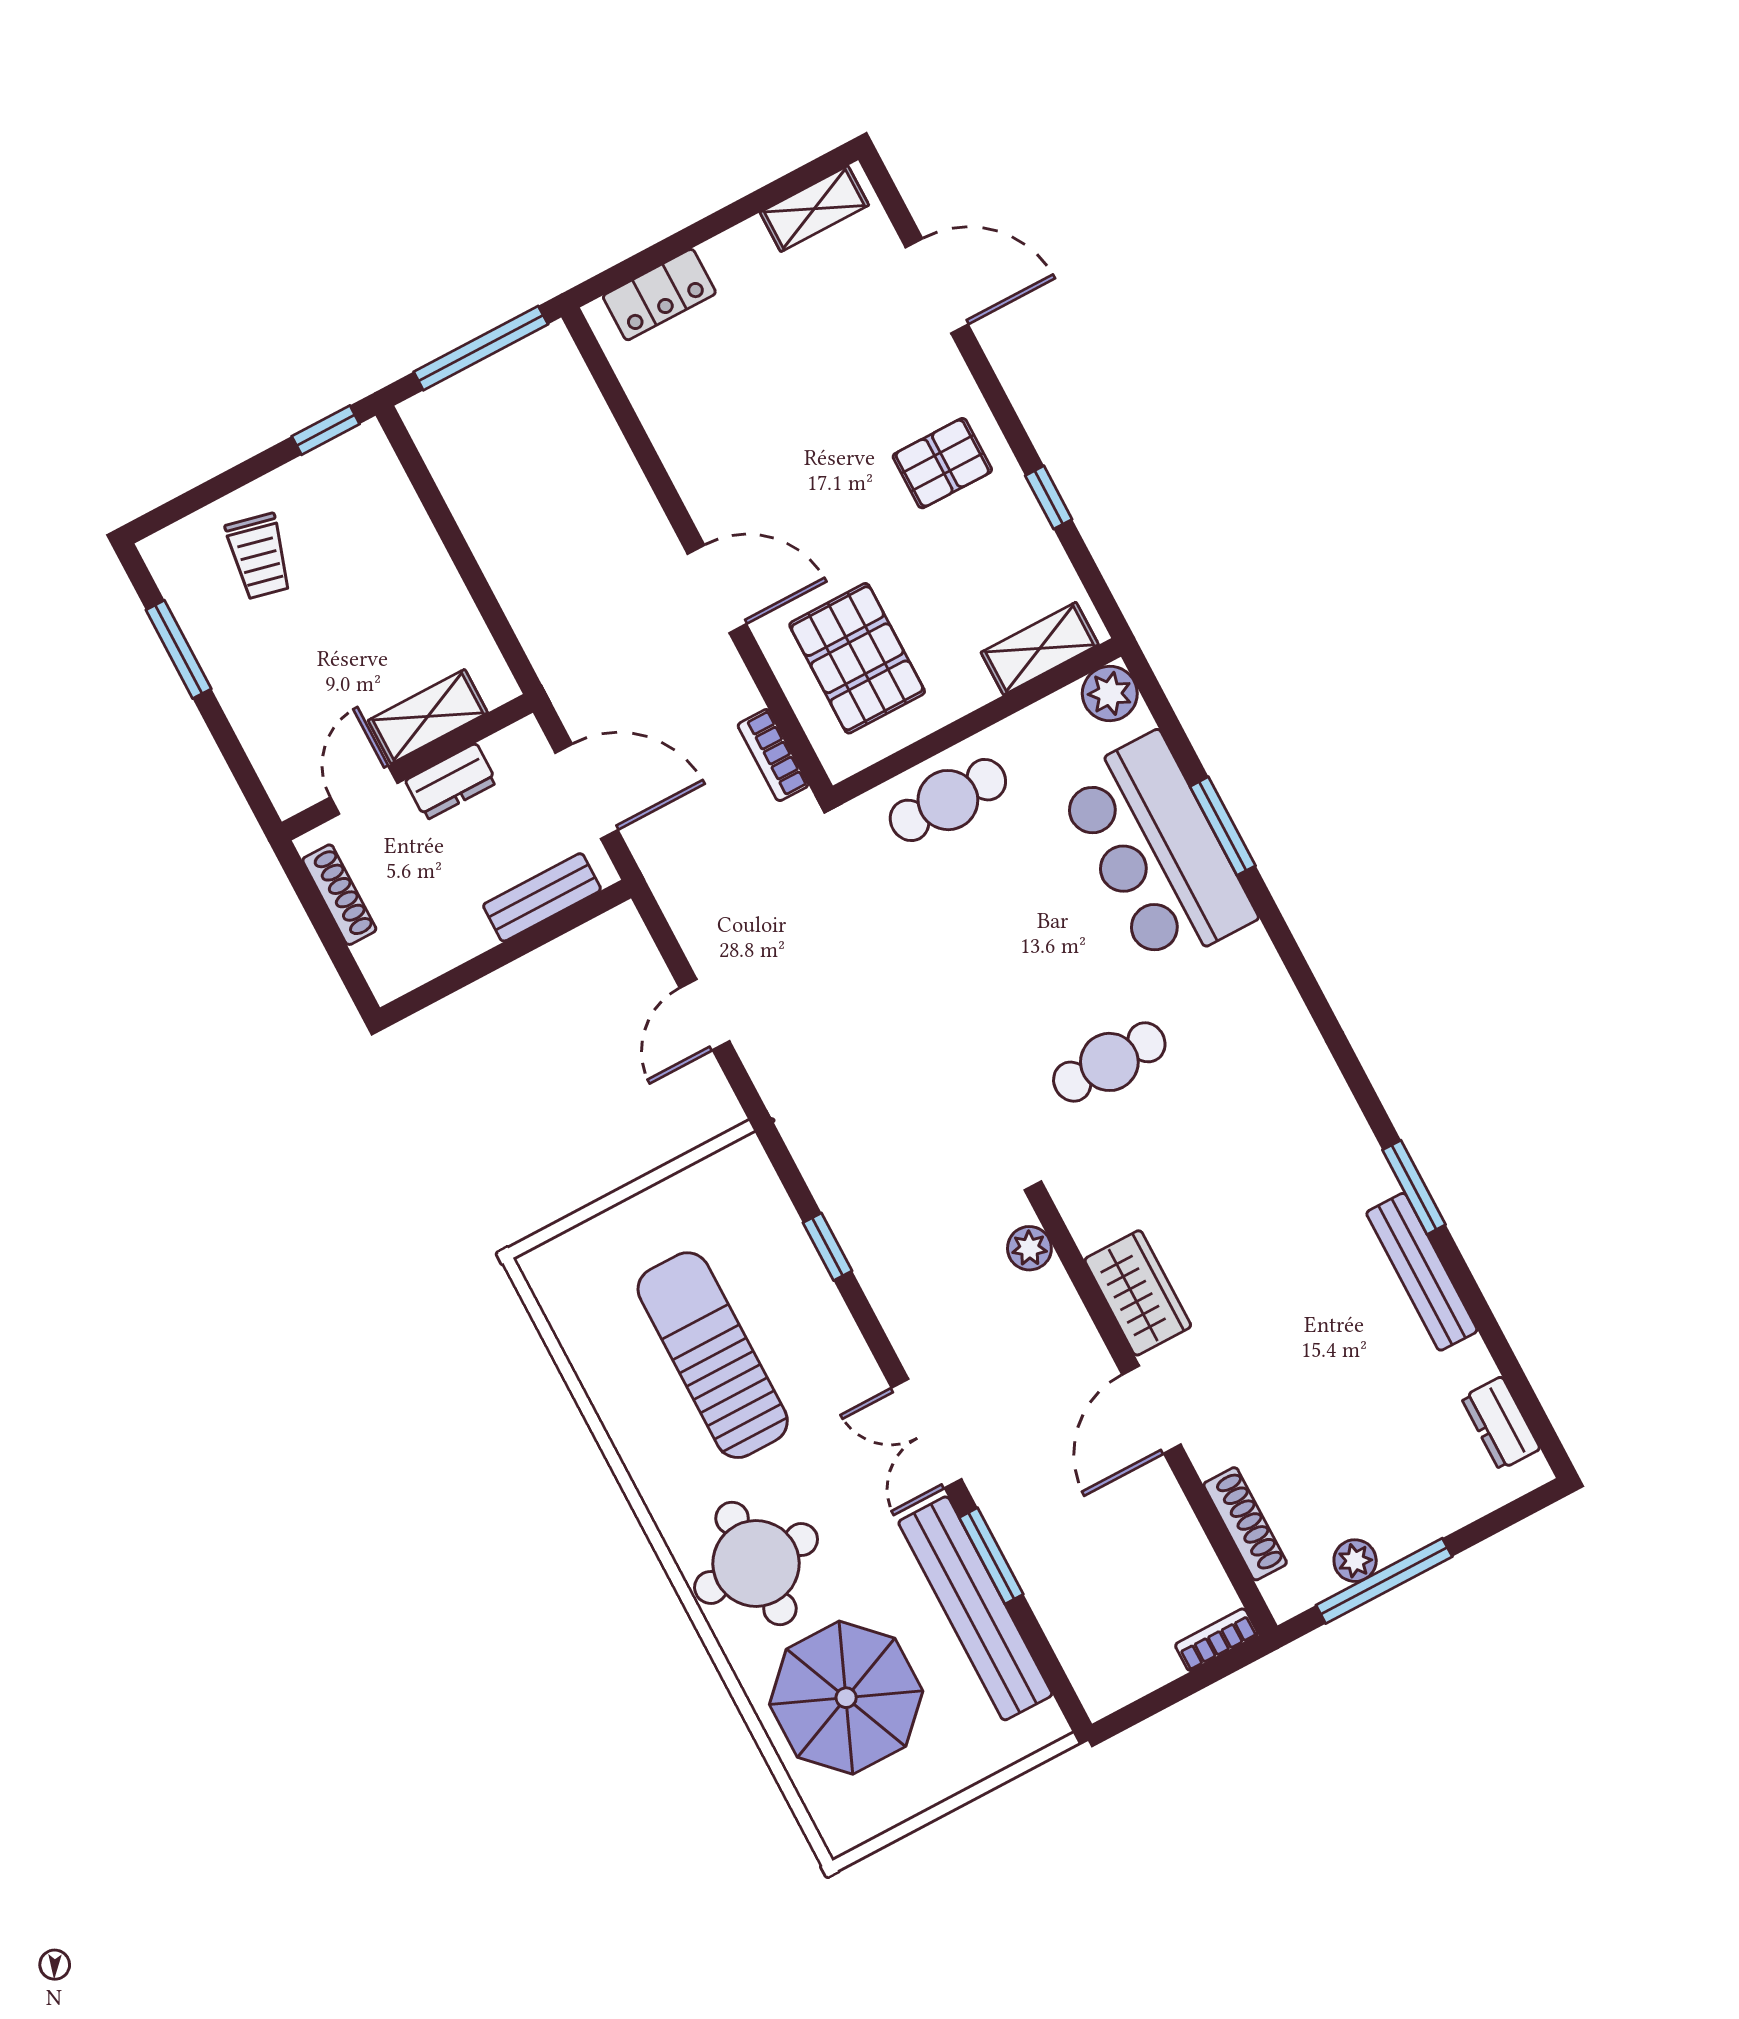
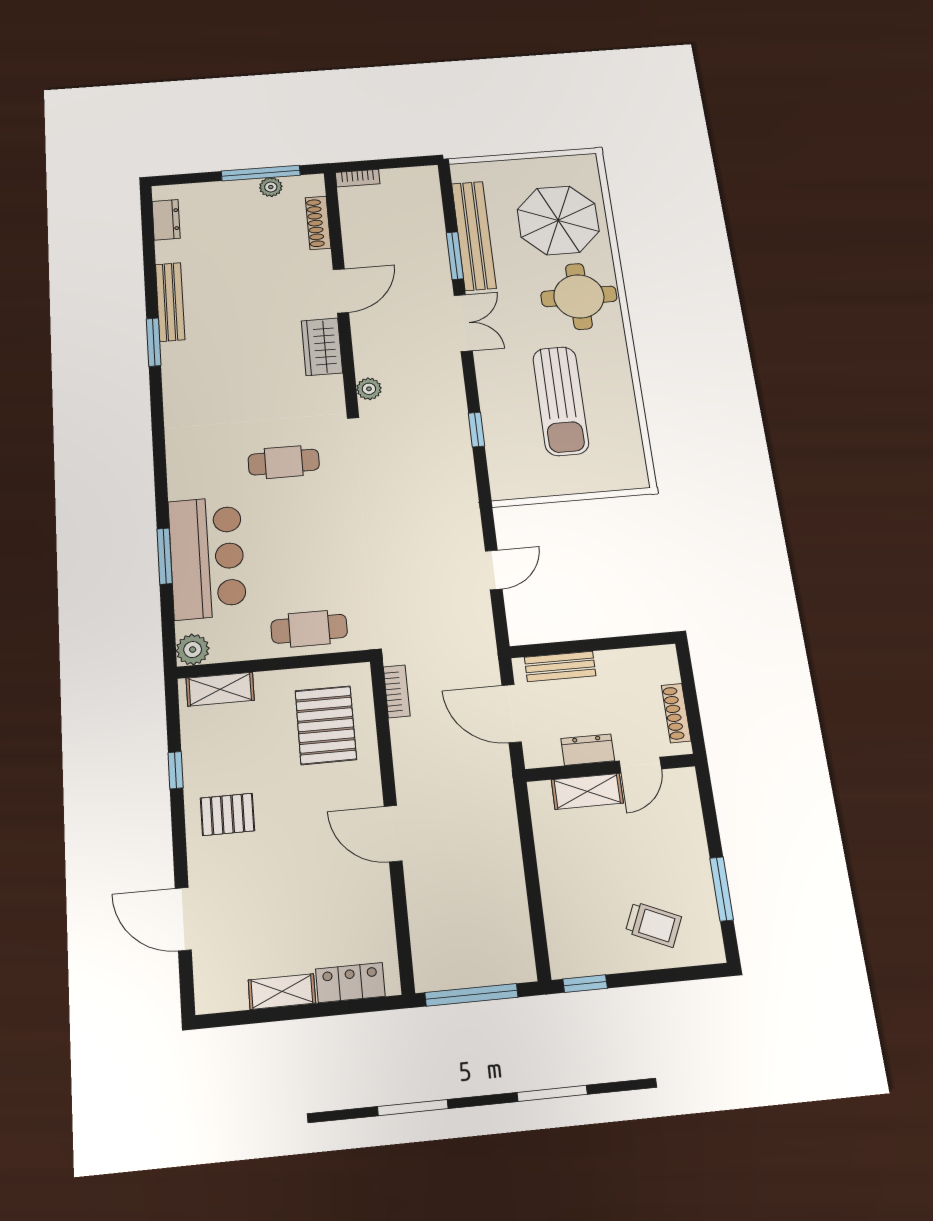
shelving: (814, 209) -> (282, 992), moved
trolley: (259, 556) -> (653, 924), turned 101
door: (717, 589) -> (393, 834), moved

